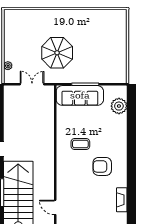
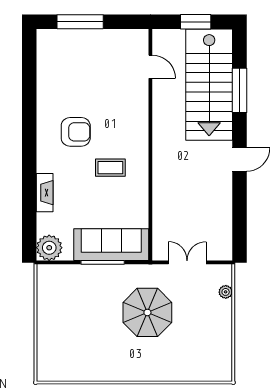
double door: (32, 84) -> (187, 262), swing flipped
plant: (119, 106) -> (49, 248), moved
fireplace: (122, 200) -> (45, 193), moved

